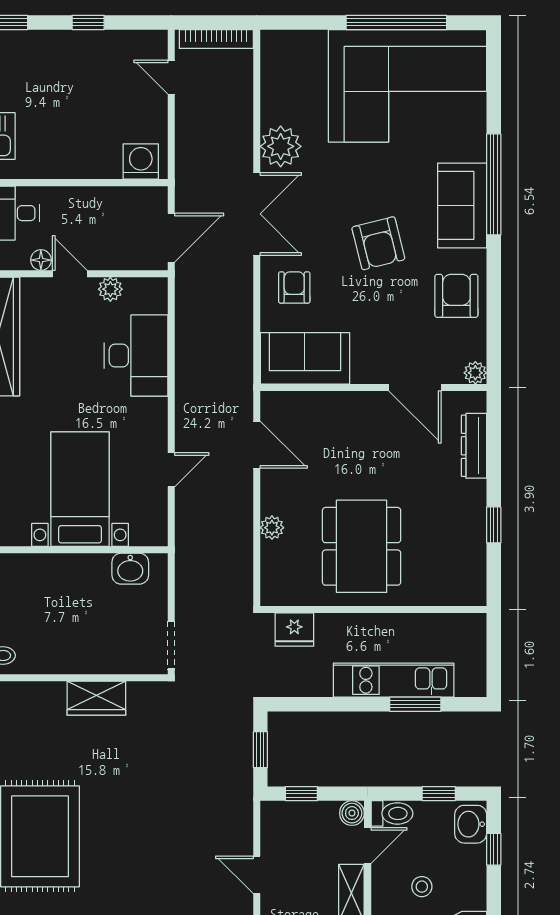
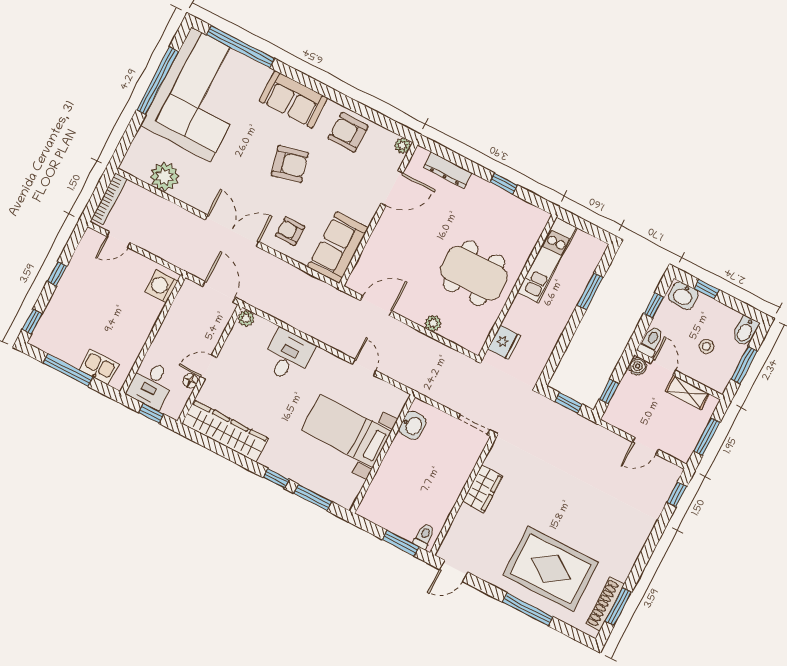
plant: (281, 146) -> (165, 177), moved
window: (494, 184) -> (240, 47), moved
plant: (110, 289) -> (246, 318), moved
desk: (136, 356) -> (288, 356), width x0.73
kitchen unit: (394, 680) -> (547, 260), moved, turned 180

